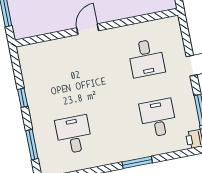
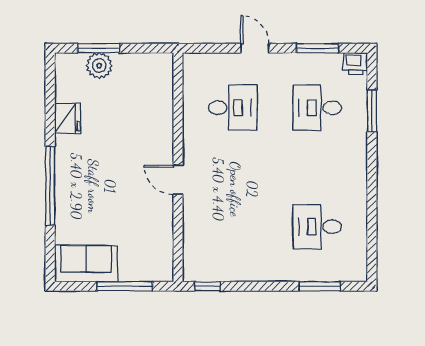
window: (23, 98) -> (207, 286), moved
window: (137, 162) -> (372, 111), moved

